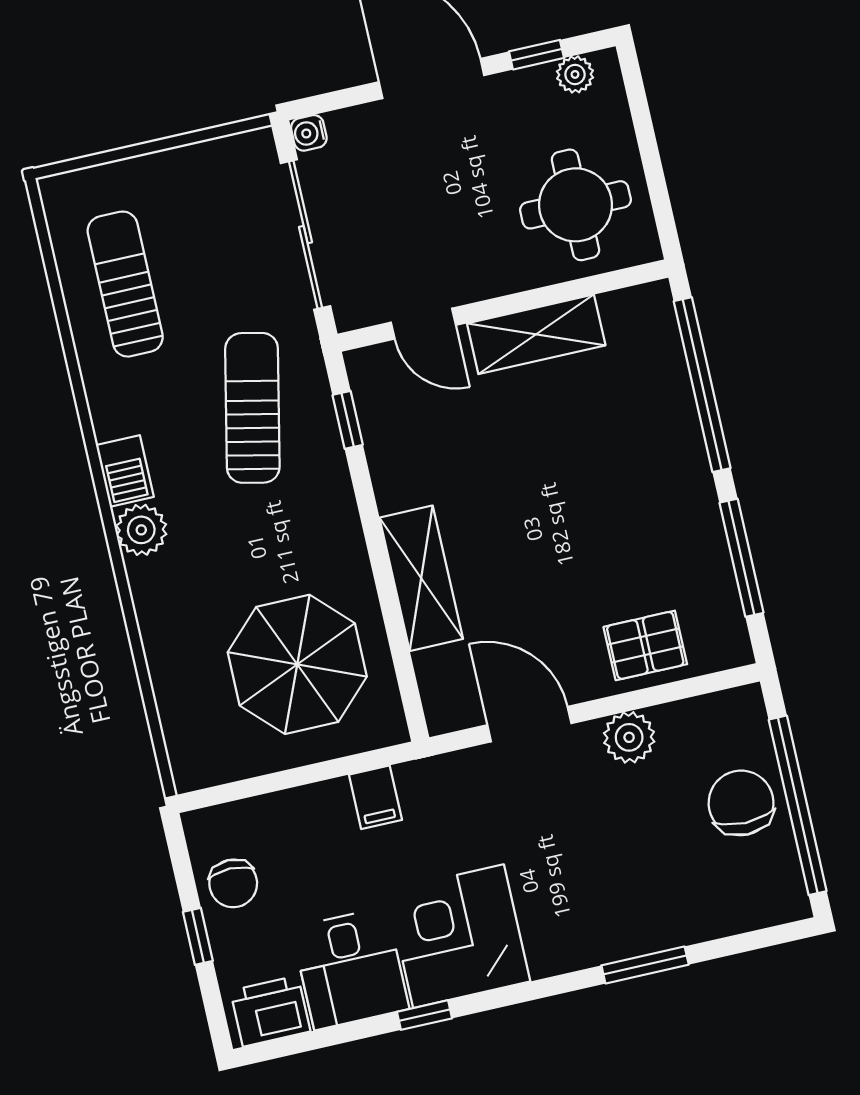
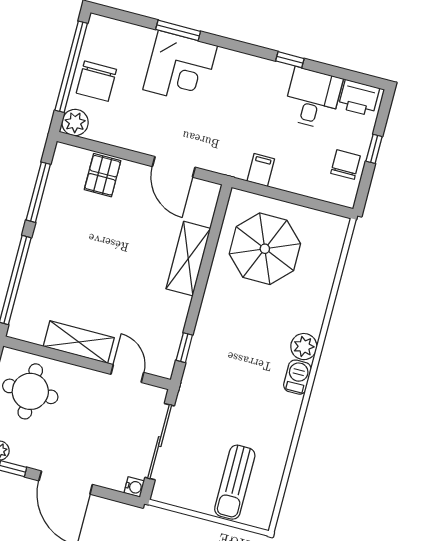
sun lounger: (125, 284) -> (235, 482), moved
sun lounger: (252, 408) -> (225, 376), removed
pallet: (645, 645) -> (103, 175), turned 90
plant: (629, 737) -> (75, 123), moved
corner desk: (458, 936) -> (180, 68), moved

